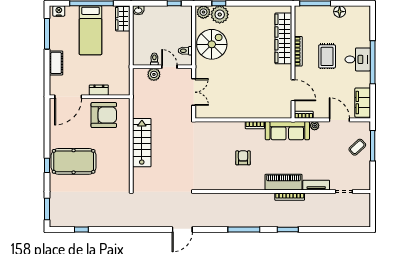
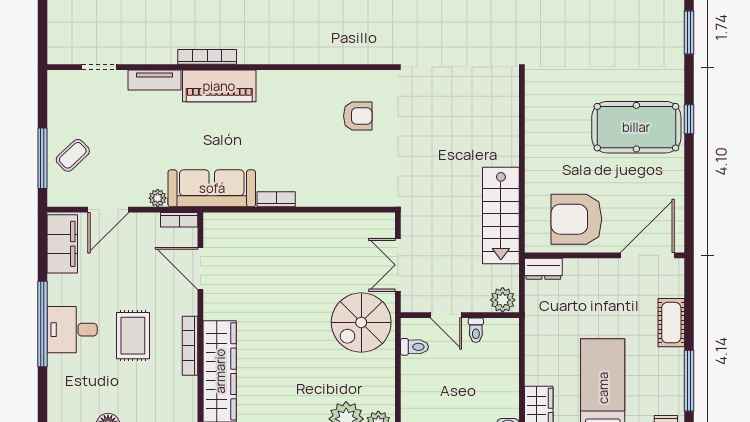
spiral stairs: (212, 44) -> (361, 322), moved
plant: (154, 74) -> (503, 300), moved
dresser: (99, 90) -> (543, 269), moved
door: (339, 120) -> (108, 210), hinge flipped
stairs: (142, 143) -> (501, 216), moved
armchair: (243, 158) -> (358, 116), moved, turned -90

